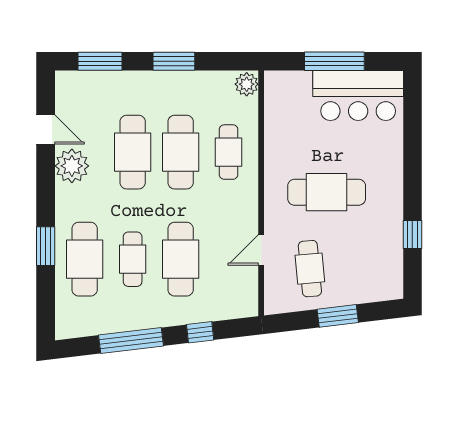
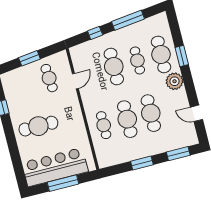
plant: (247, 84) -> (103, 161), removed
bar counter: (358, 96) -> (55, 167), width x1.36
plant: (72, 166) -> (175, 81), moved
cafe table: (327, 192) -> (38, 126), moved

